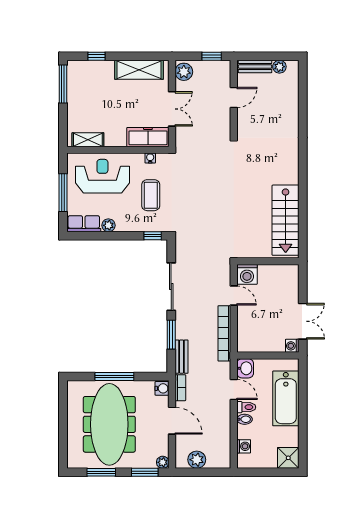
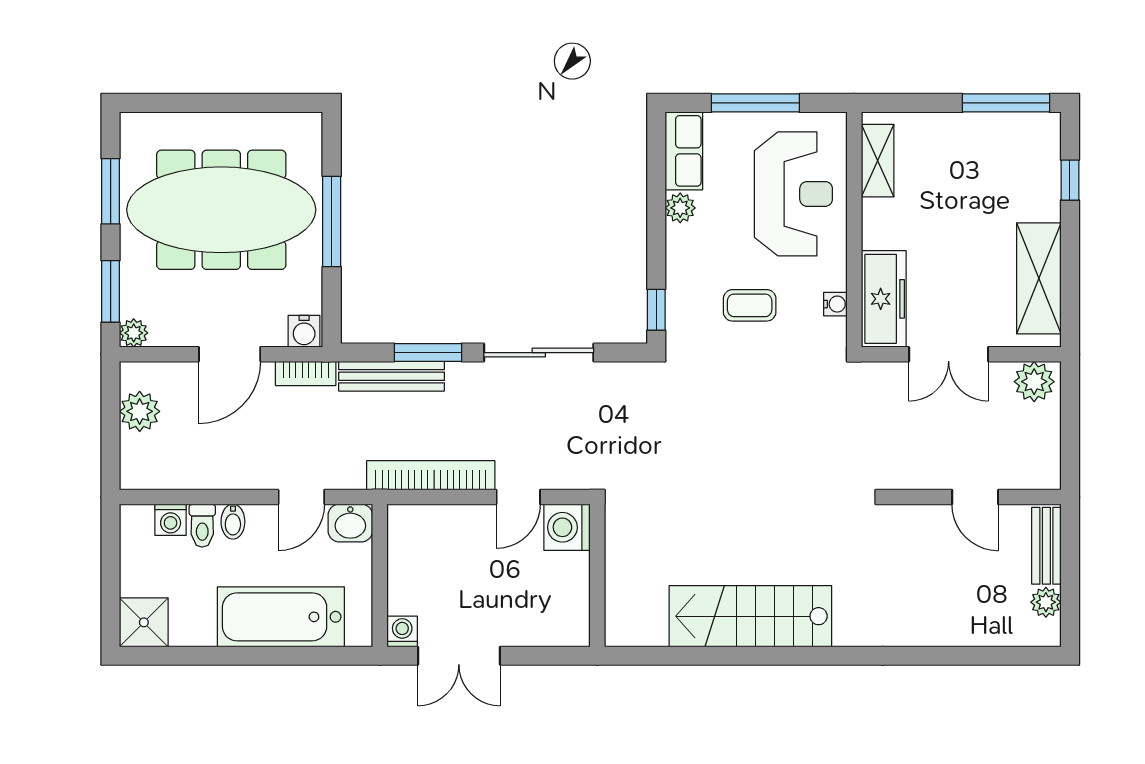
window: (212, 56) -> (1070, 446), removed
coffee table: (151, 195) -> (750, 305), width x0.73, depth x0.77
stairs: (286, 220) -> (750, 616), moved
bench: (181, 357) -> (392, 376), width x1.36
toilet: (246, 407) -> (202, 526), moved

